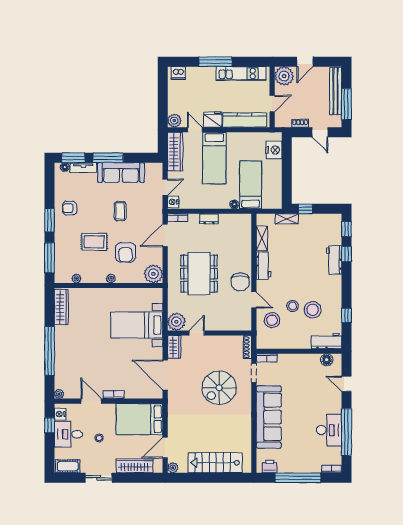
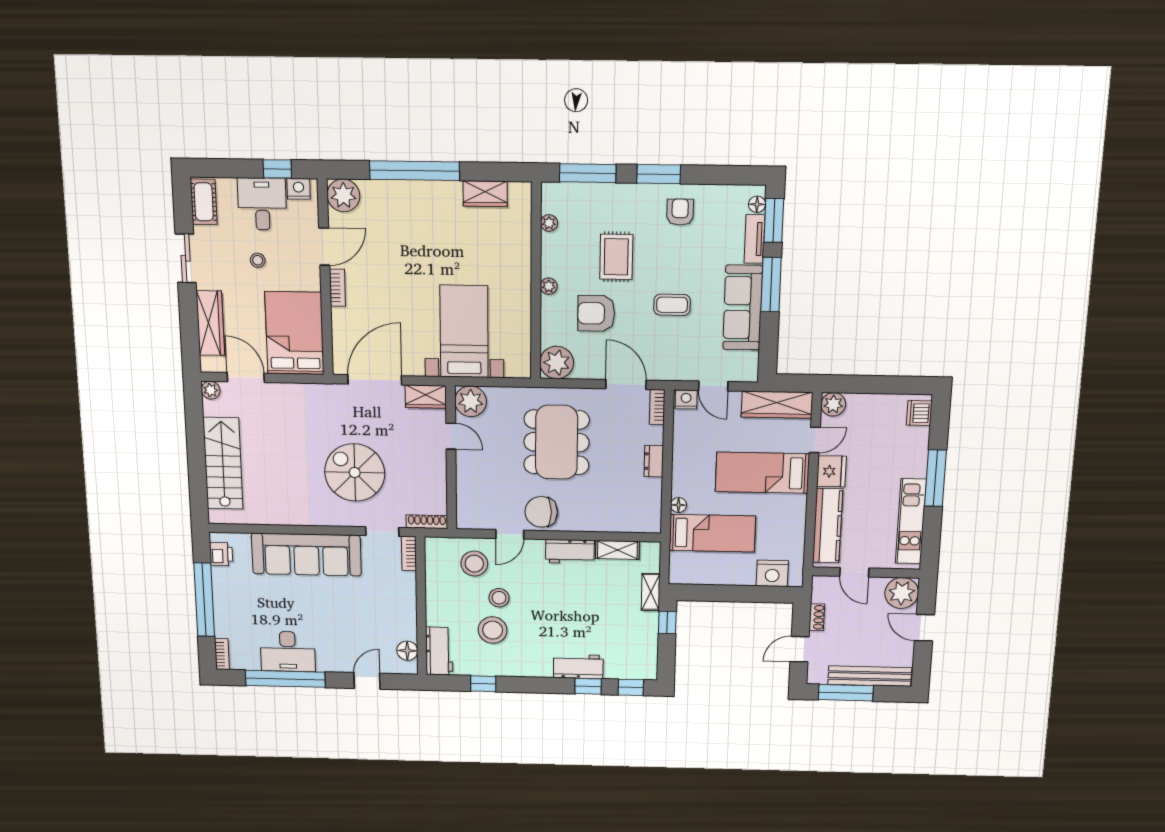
dining table: (199, 274) -> (557, 442), turned 90
wardrobe: (61, 307) -> (485, 194), width x0.67
plant: (59, 394) -> (343, 195), width x1.87, depth x1.87

